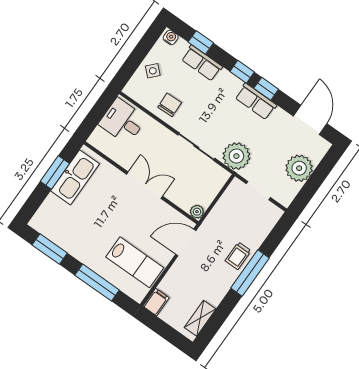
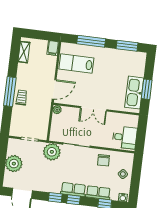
row of seats: (256, 101) -> (73, 189), moved

